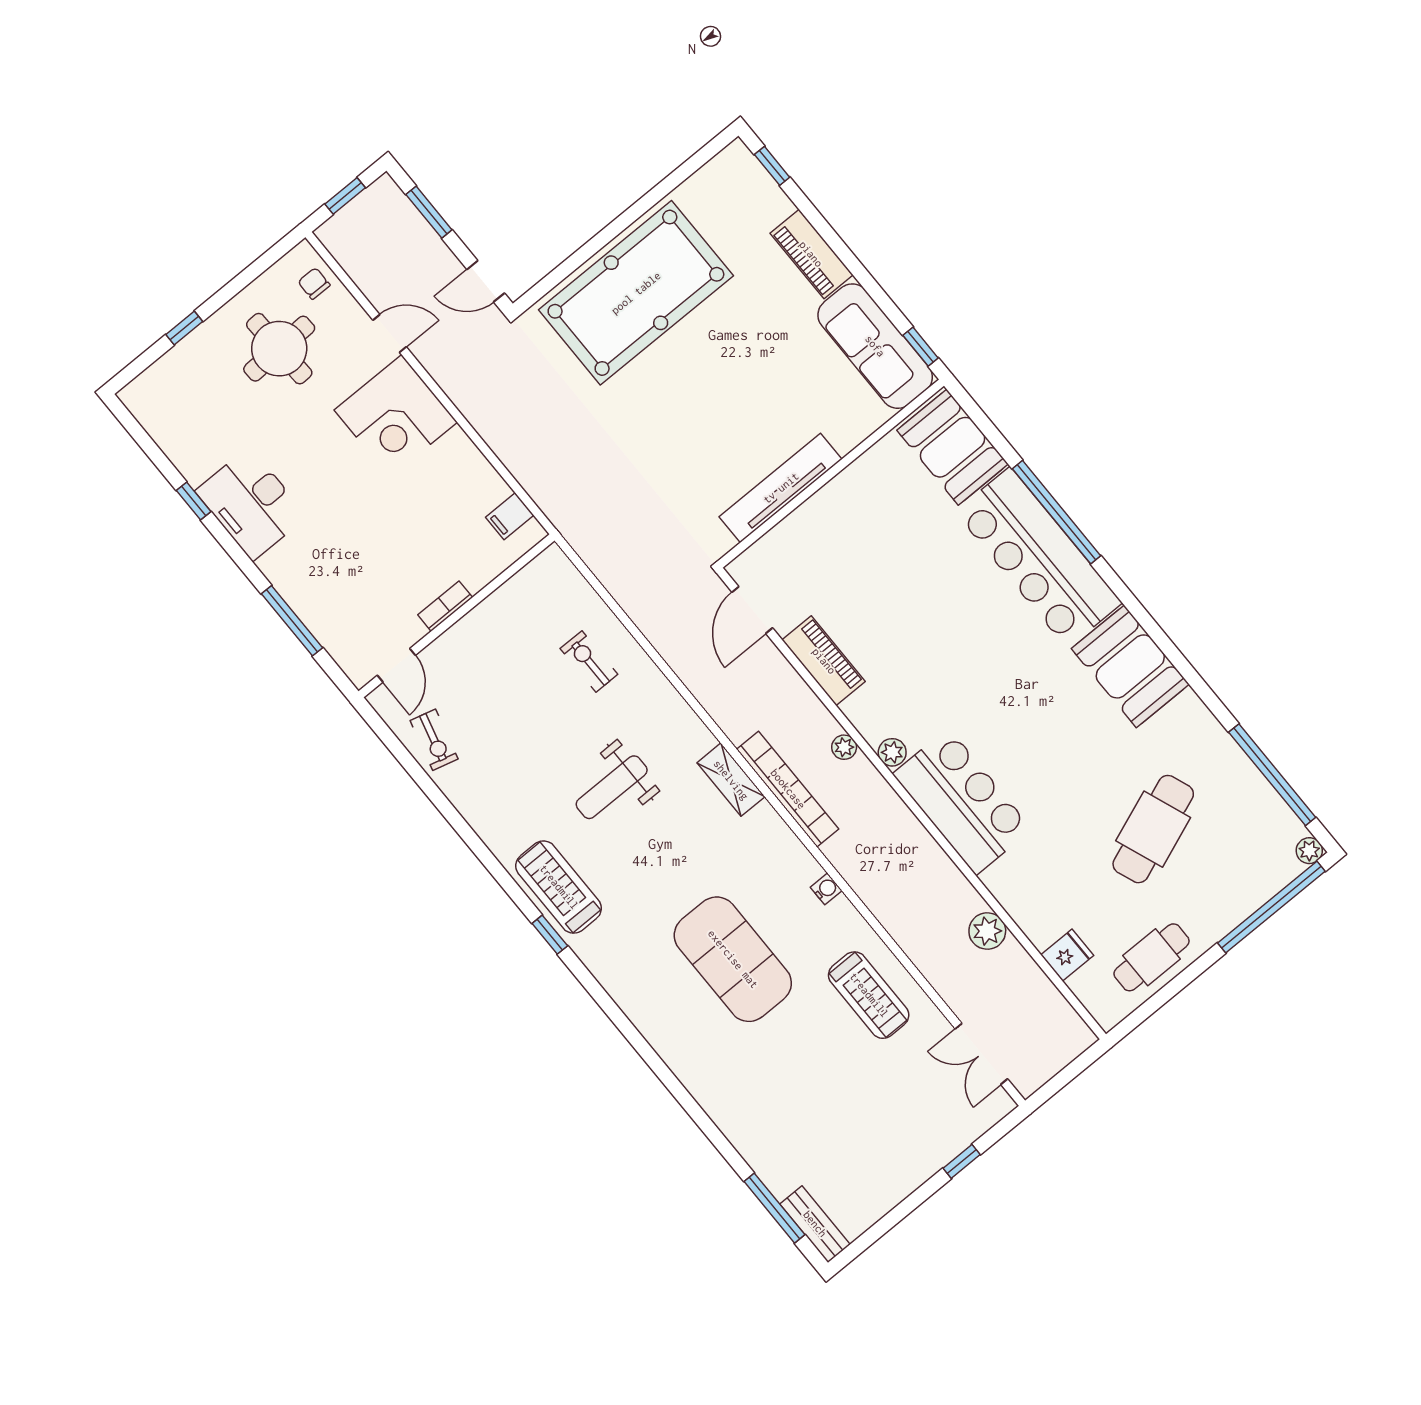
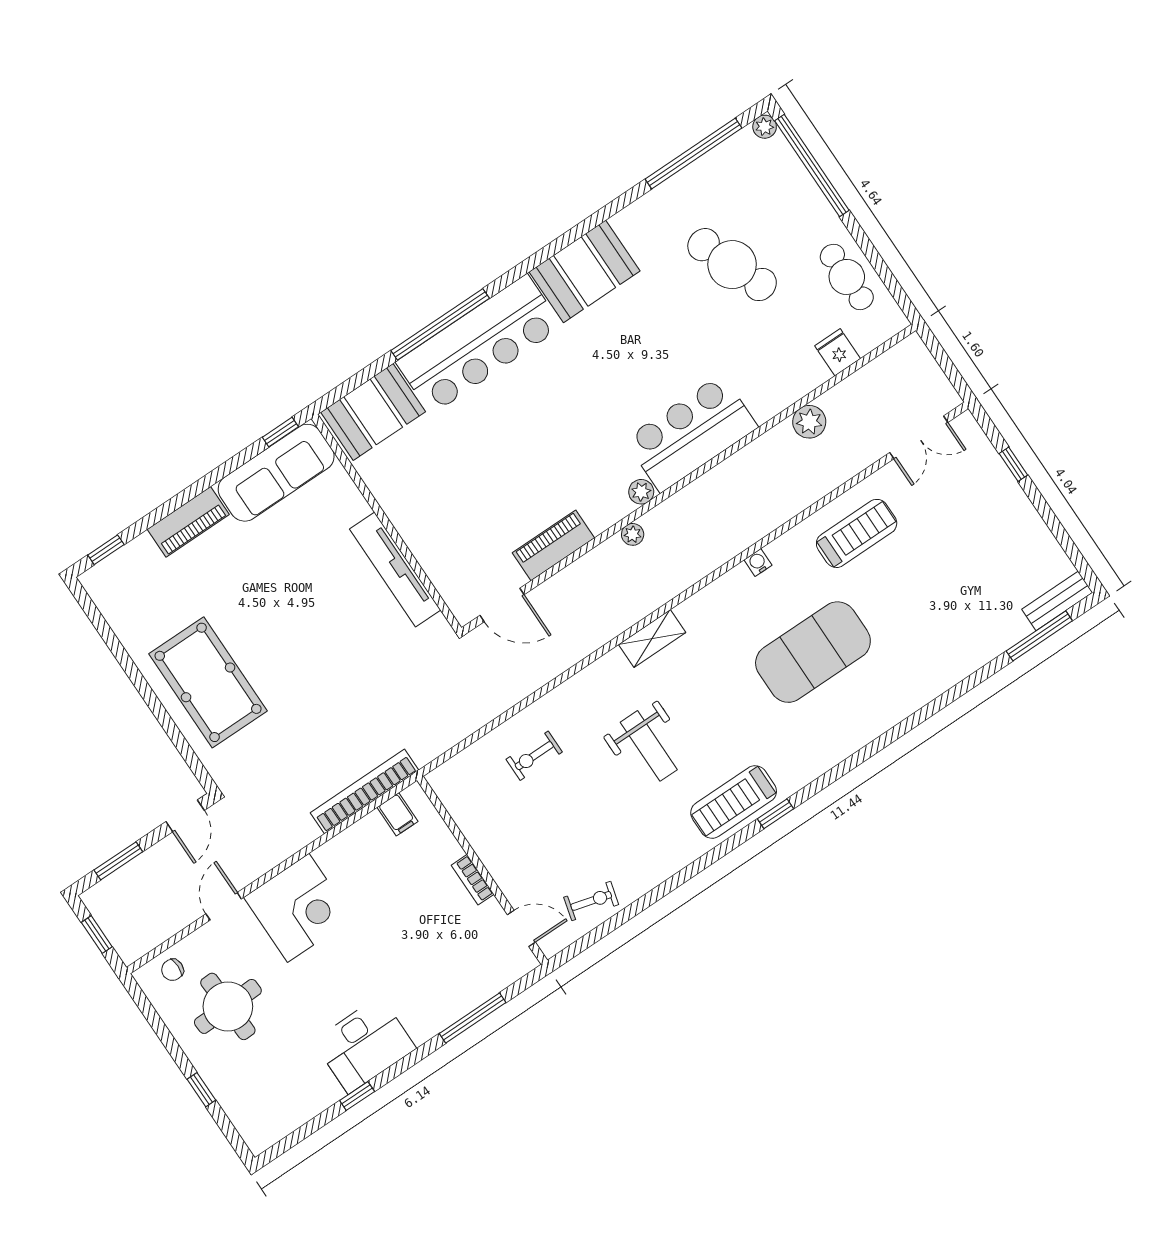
pool table: (636, 293) -> (208, 682), width x0.73, depth x0.76
bookcase: (788, 789) -> (365, 791), moved

